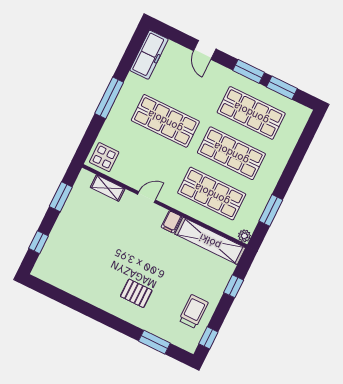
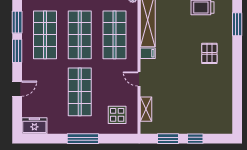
freezer: (149, 55) -> (34, 126), width x0.71
display table: (104, 157) -> (117, 115), moved
window: (38, 242) -> (195, 139), moved

